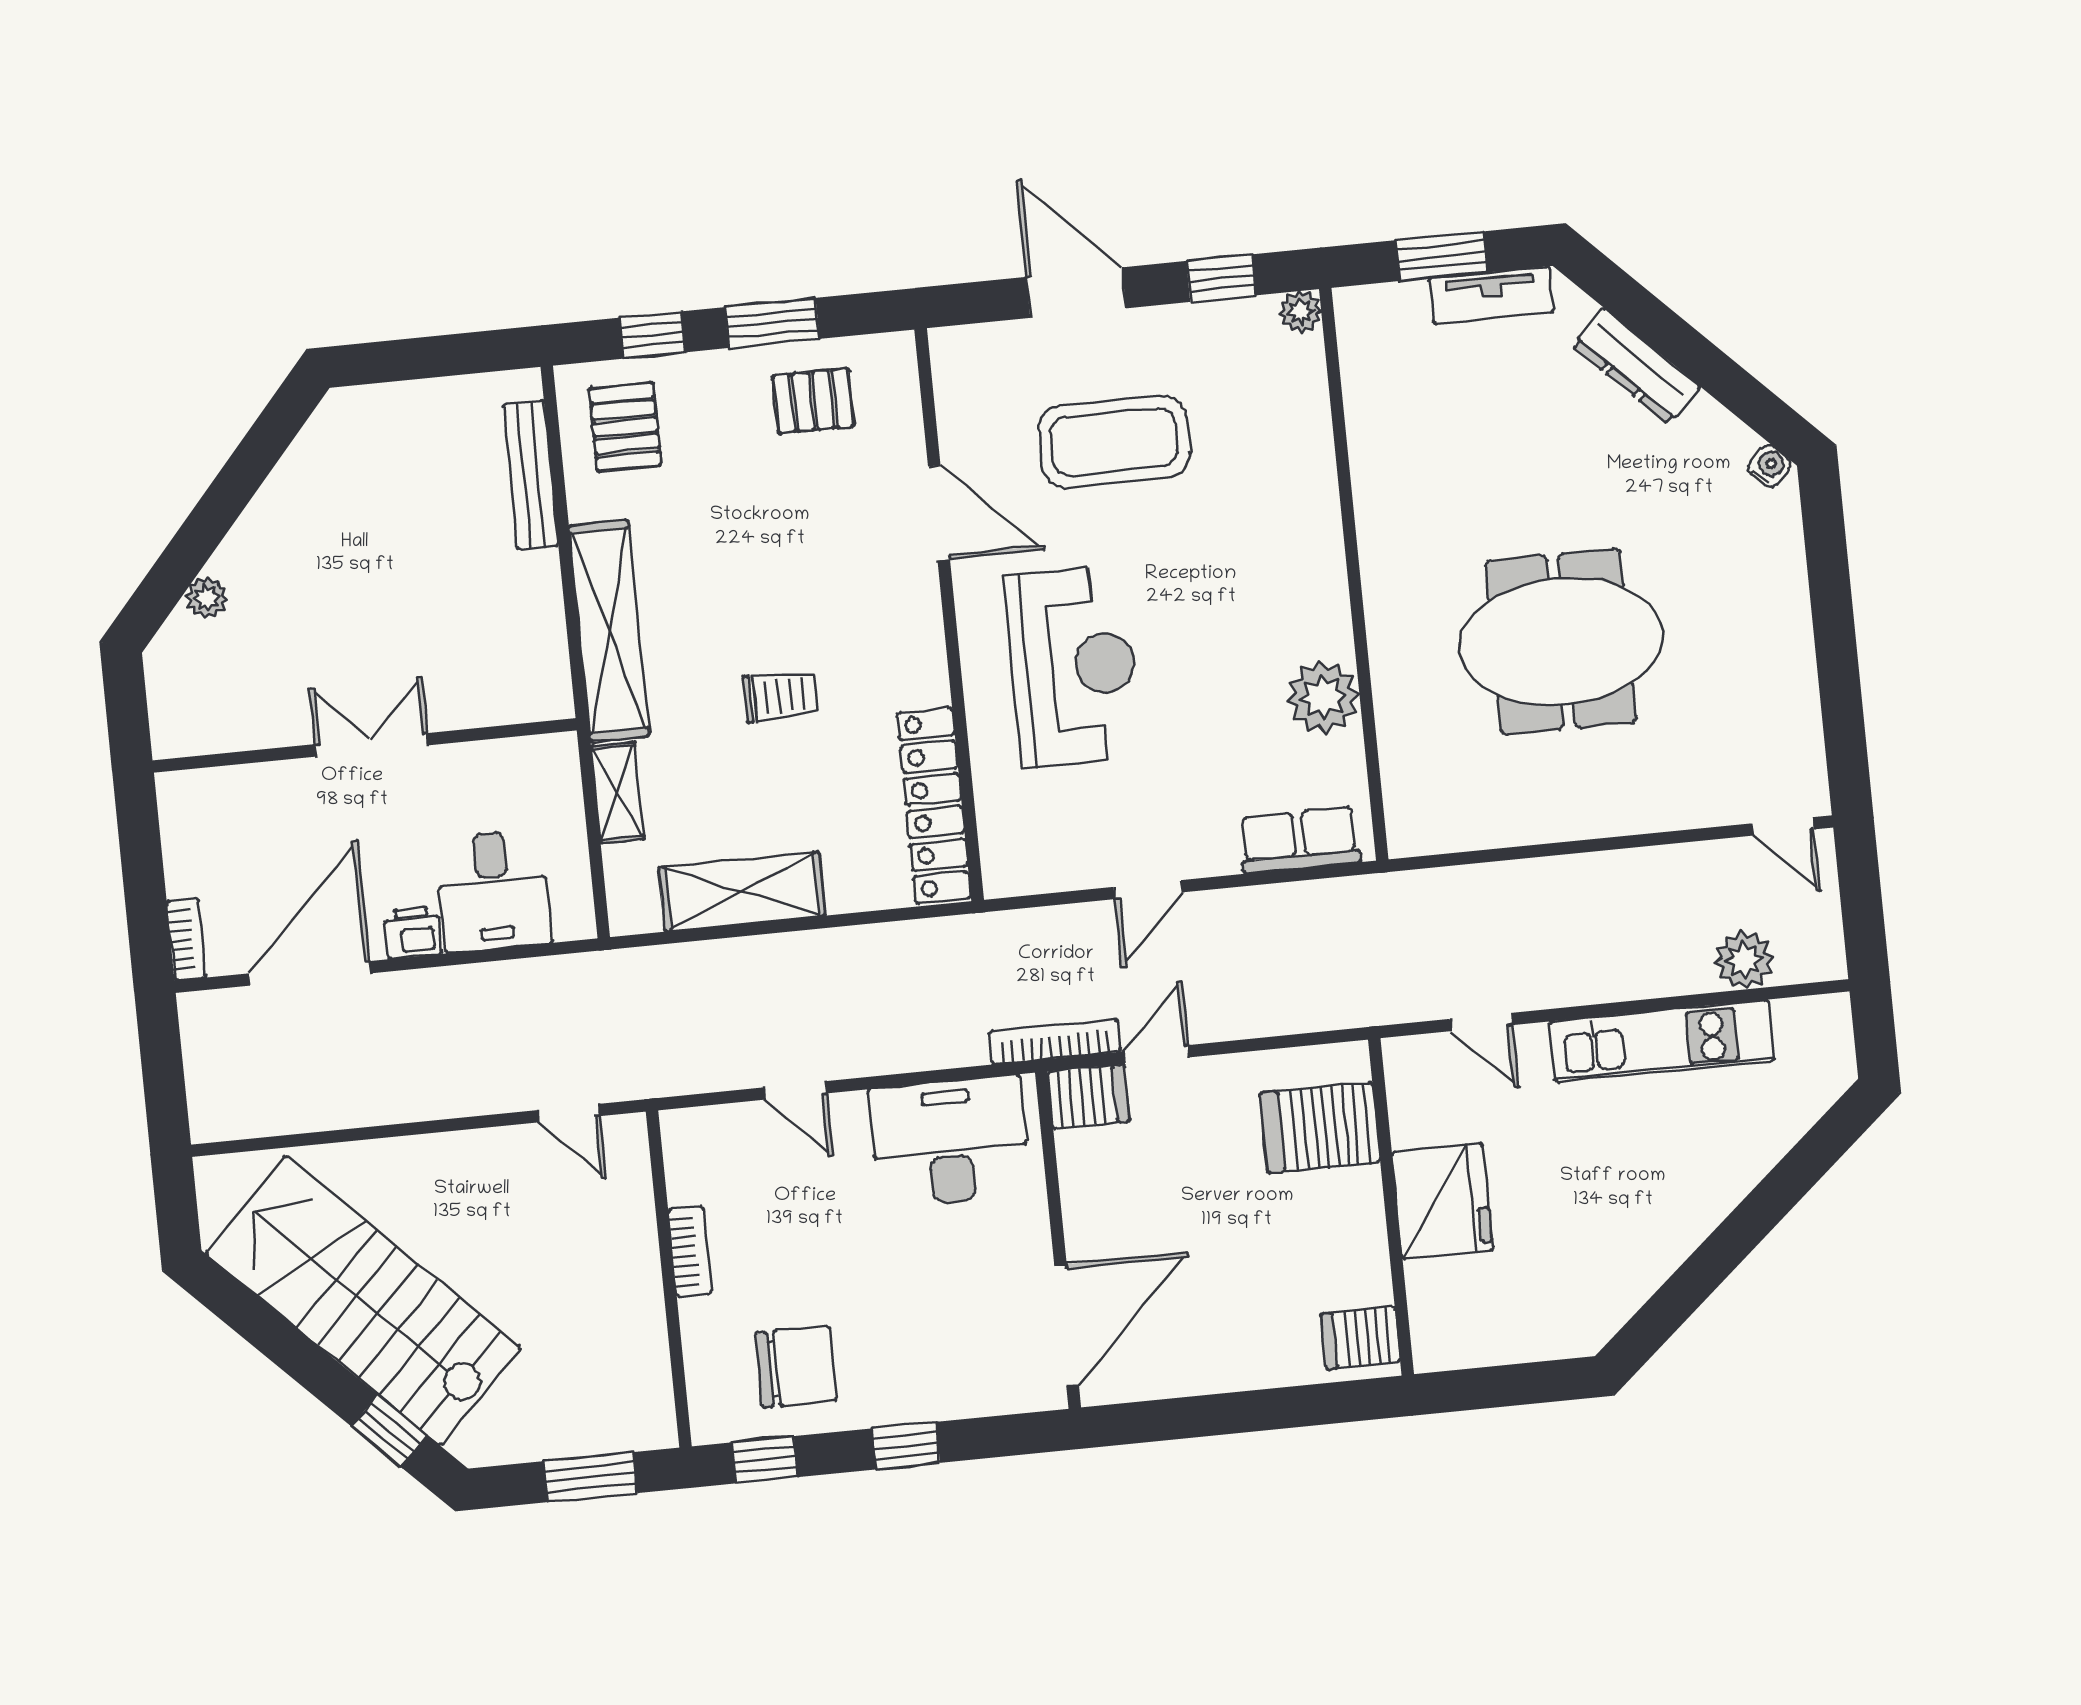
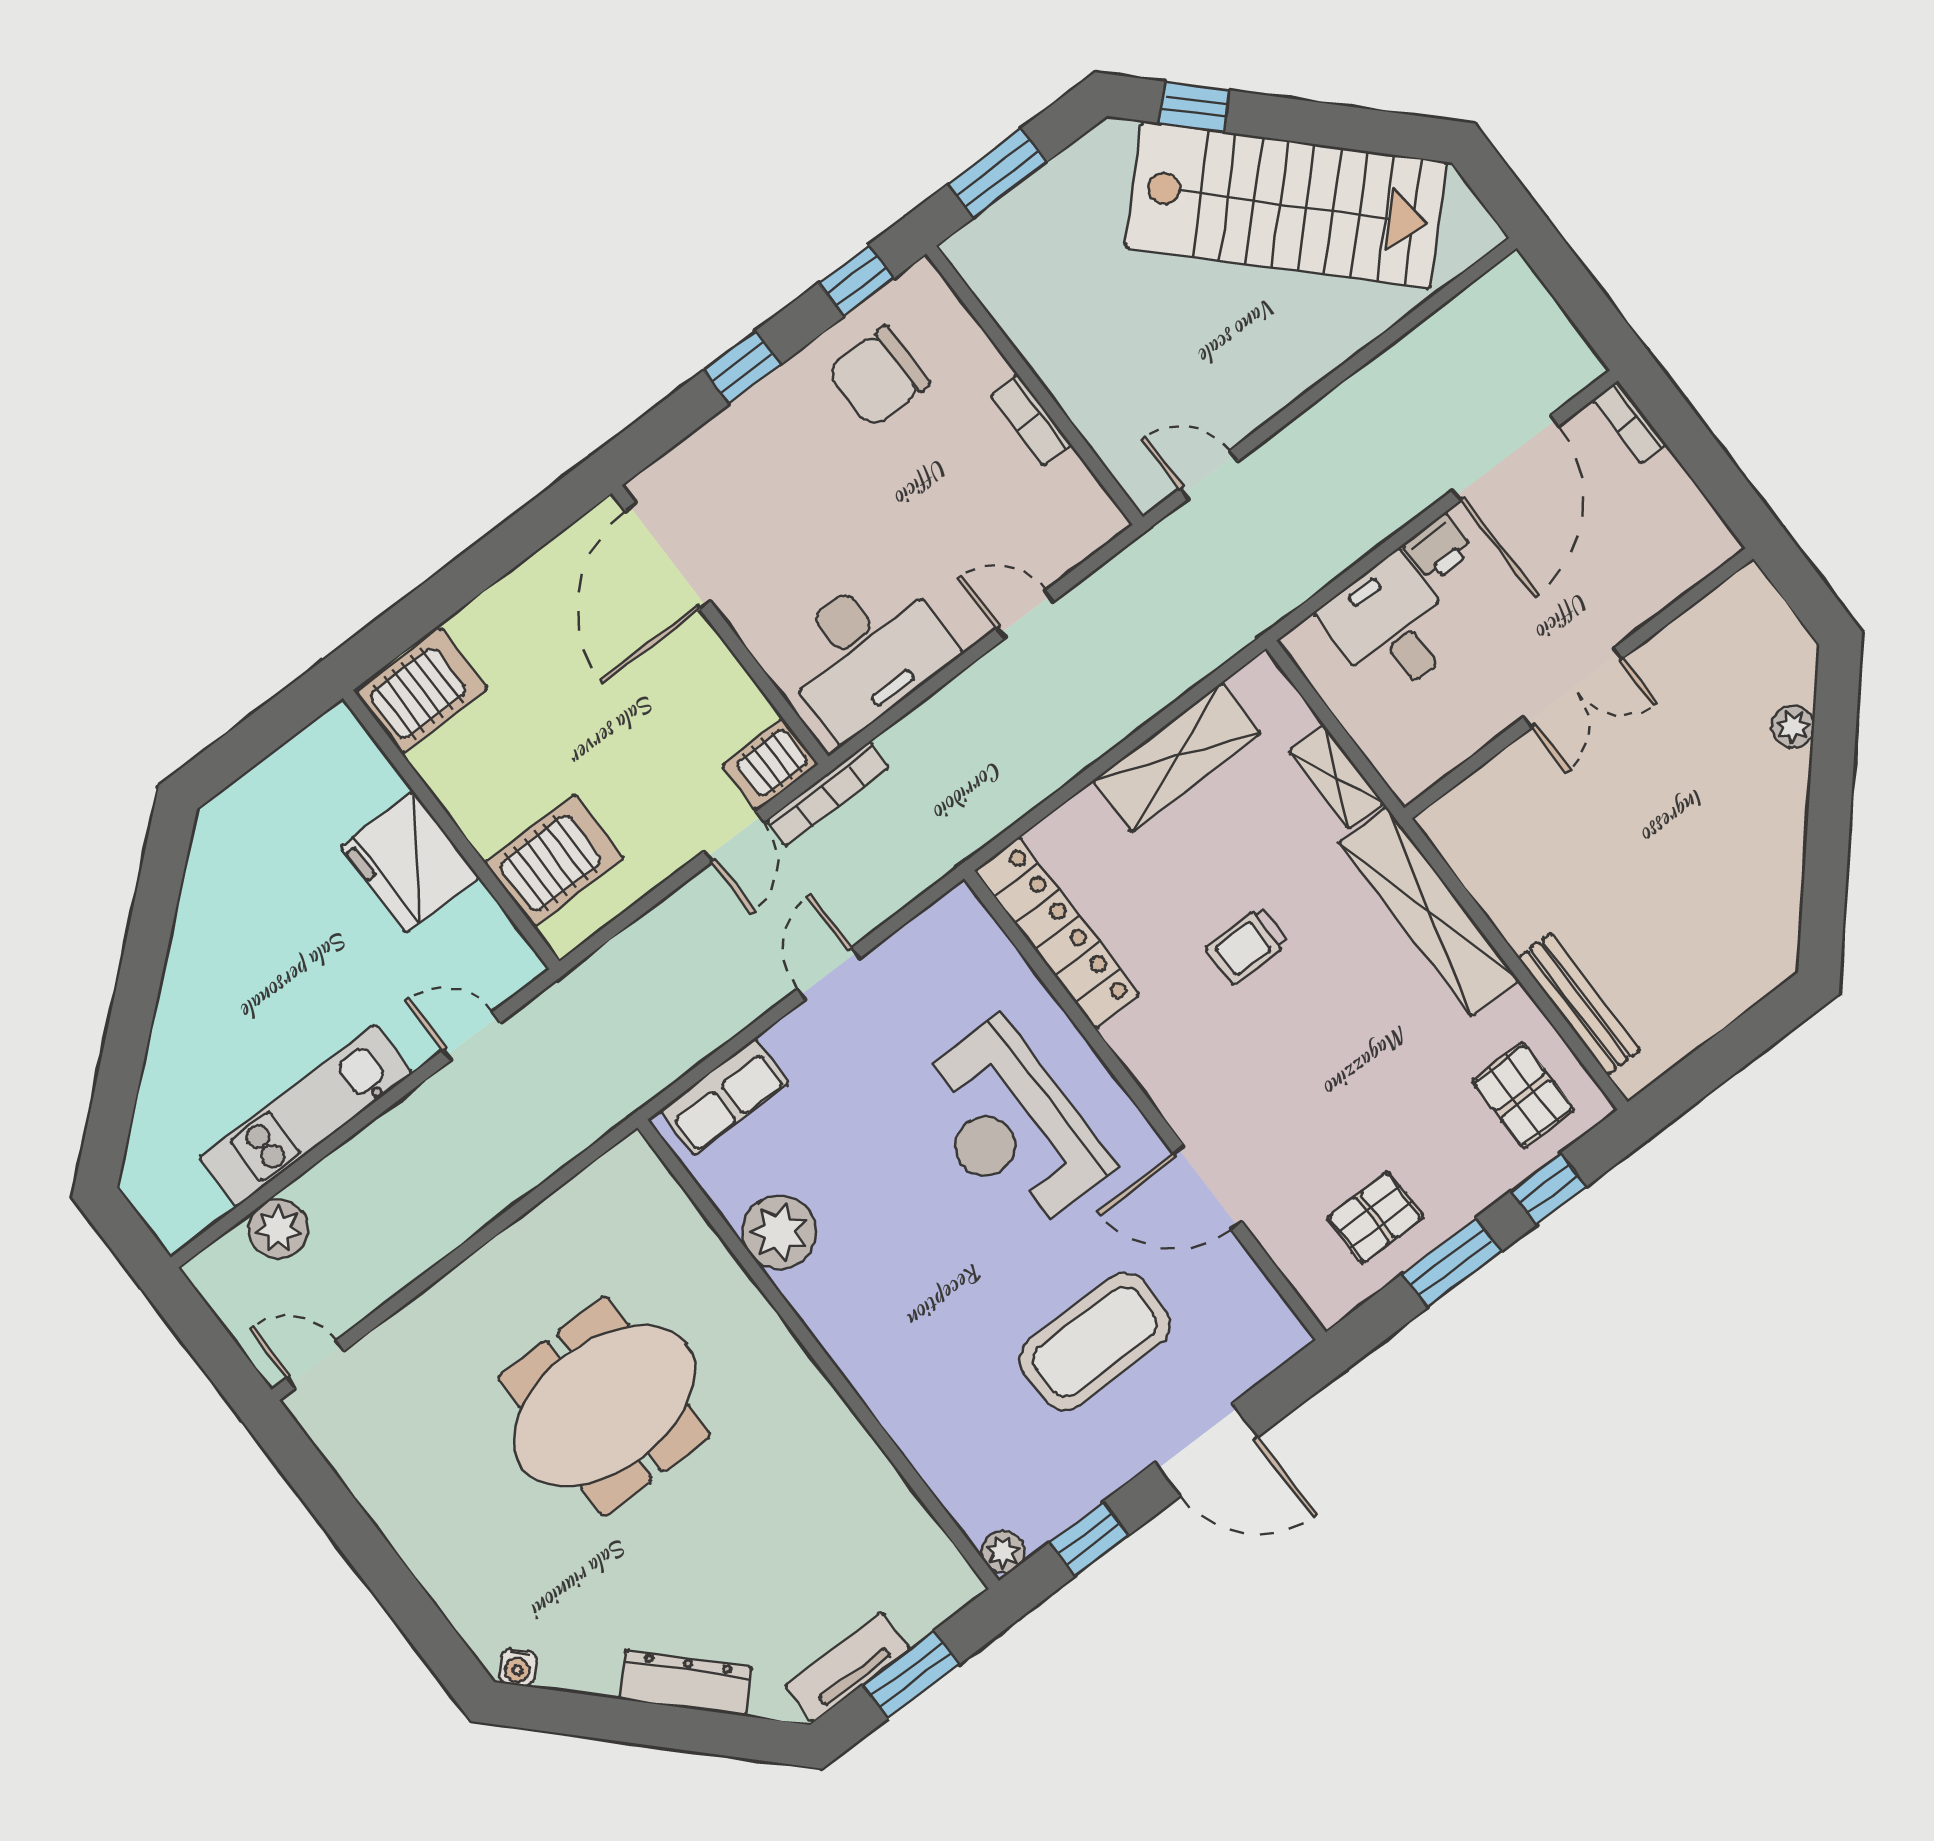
server rack: (1360, 1338) -> (421, 691), width x1.36, depth x1.44

